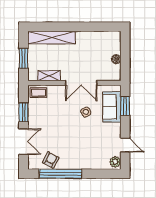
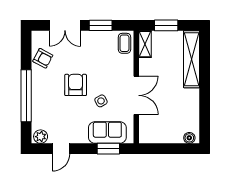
boiler: (116, 59) -> (189, 138), moved
shelving: (49, 76) -> (145, 44), moved
double door: (81, 83) -> (136, 95), swing flipped
armchair: (73, 133) -> (76, 85), added
window: (60, 174) -> (26, 96), moved

